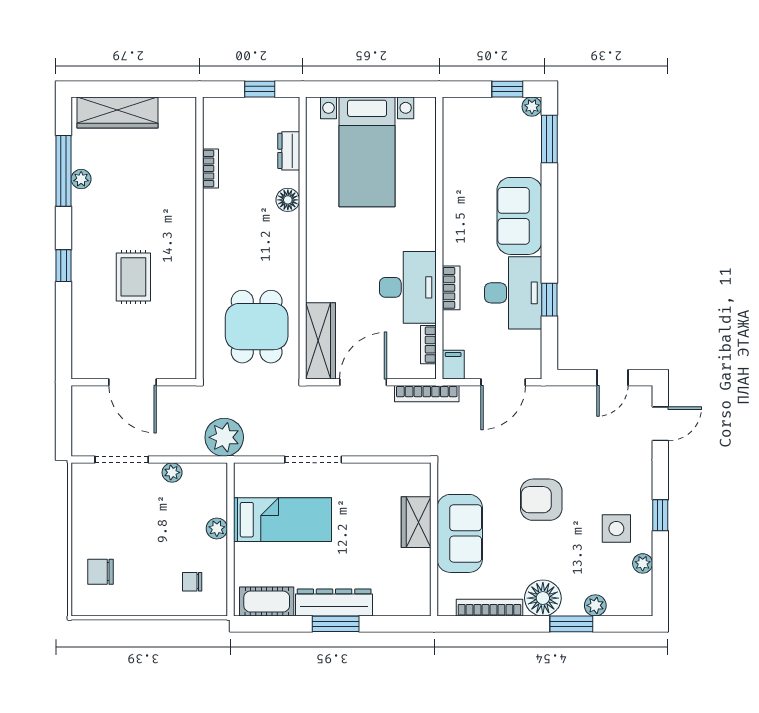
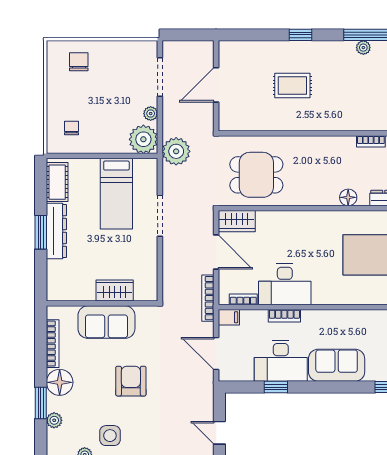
wardrobe: (321, 341) -> (237, 221), width x0.67
plant: (217, 529) -> (143, 139), moved, width x1.88, depth x1.88

